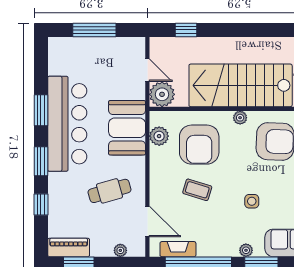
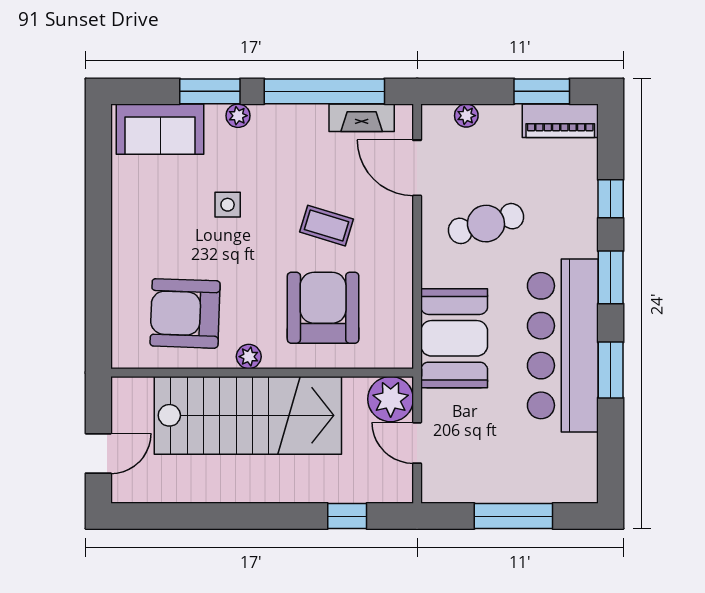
plant: (159, 136) -> (396, 323), removed

